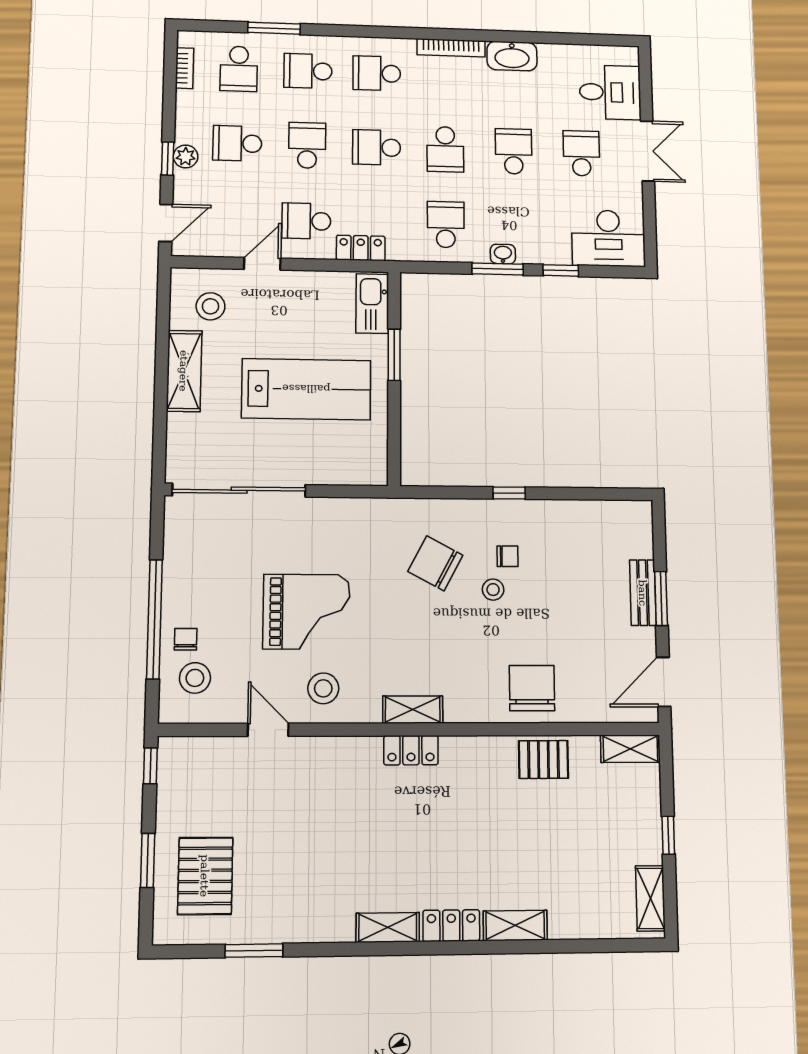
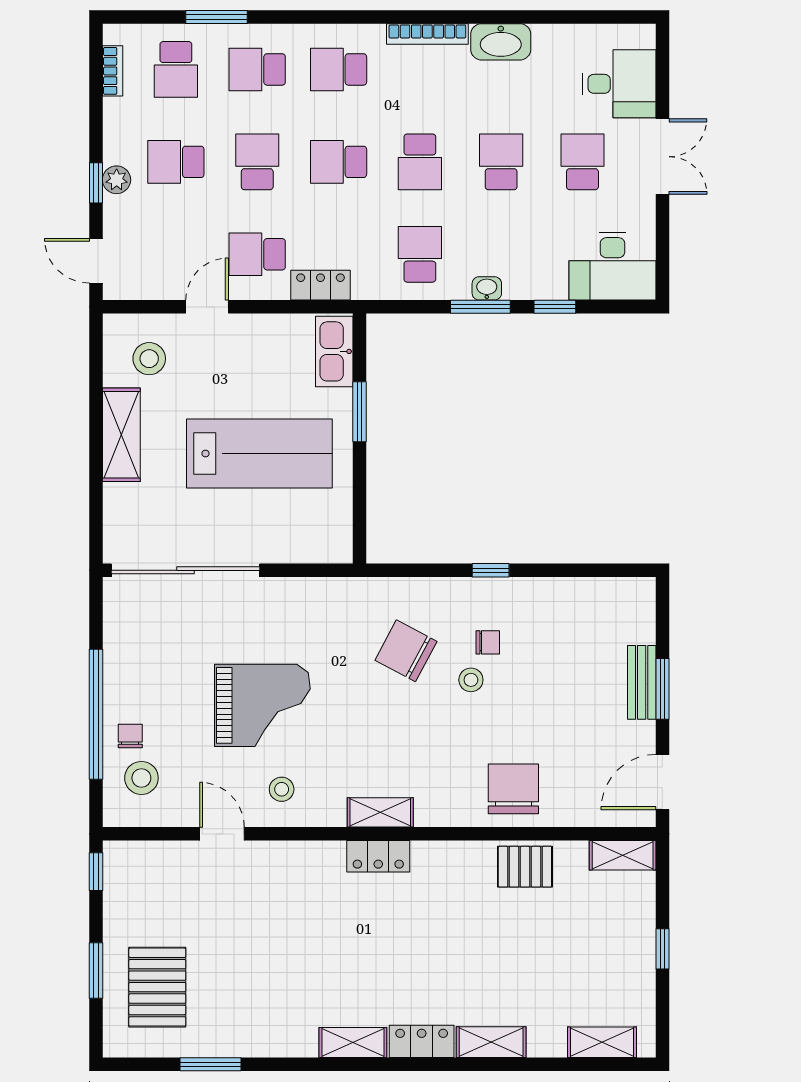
door: (166, 223) -> (96, 261), swing flipped
stool: (323, 688) -> (282, 789), width x0.73, depth x0.73
shelving: (650, 898) -> (602, 1042), moved, turned 90

